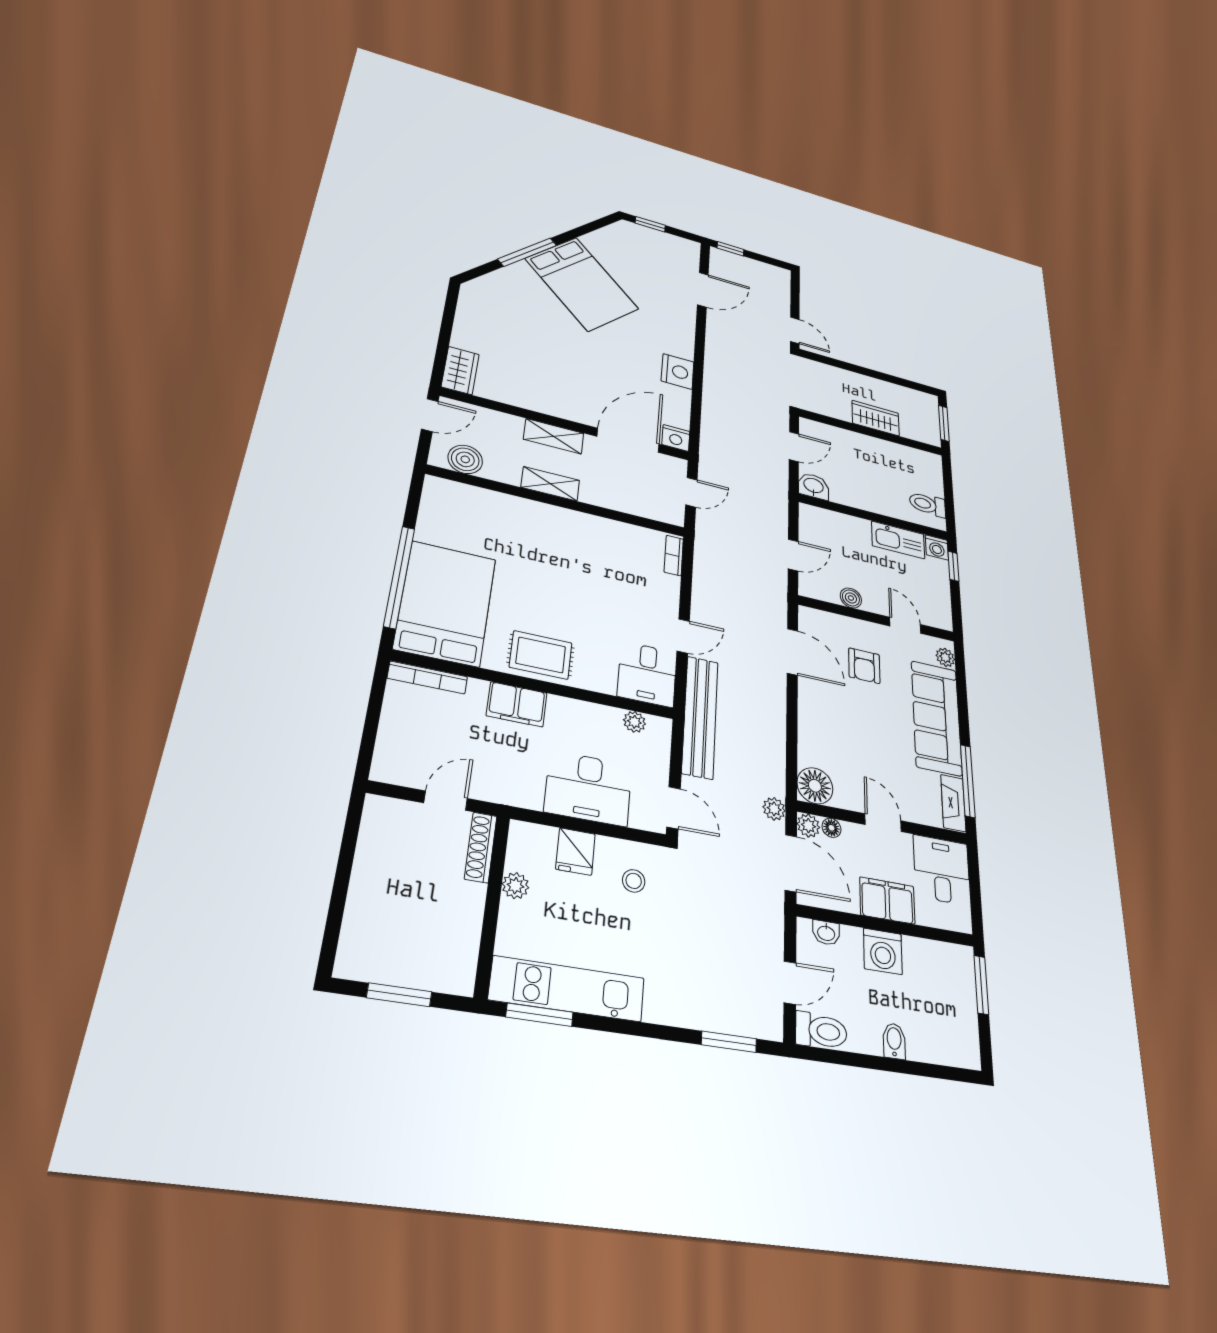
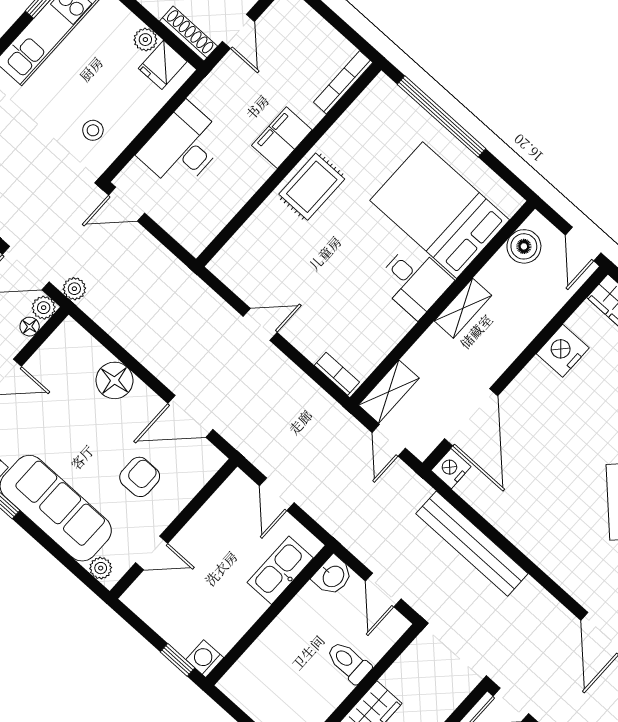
nightstand: (678, 371) -> (563, 351), moved, turned 90
shelving: (554, 436) -> (389, 392), moved
toilet: (928, 504) -> (349, 662), moved, turned -90
kitchen sink: (898, 540) -> (280, 570), moved
boiler: (851, 598) -> (206, 519), removed
bed: (445, 603) -> (440, 210), moved, turned 180
door: (683, 636) -> (260, 324), swing flipped
armchair: (864, 666) -> (140, 477), turned 90
desk: (647, 674) -> (414, 281), moved, turned 180
bench: (700, 717) -> (472, 544), moved
plant: (634, 722) -> (212, 224), removed
floor lamp: (815, 786) -> (115, 380), moved
fridge: (576, 852) -> (163, 65), moved, turned -90

